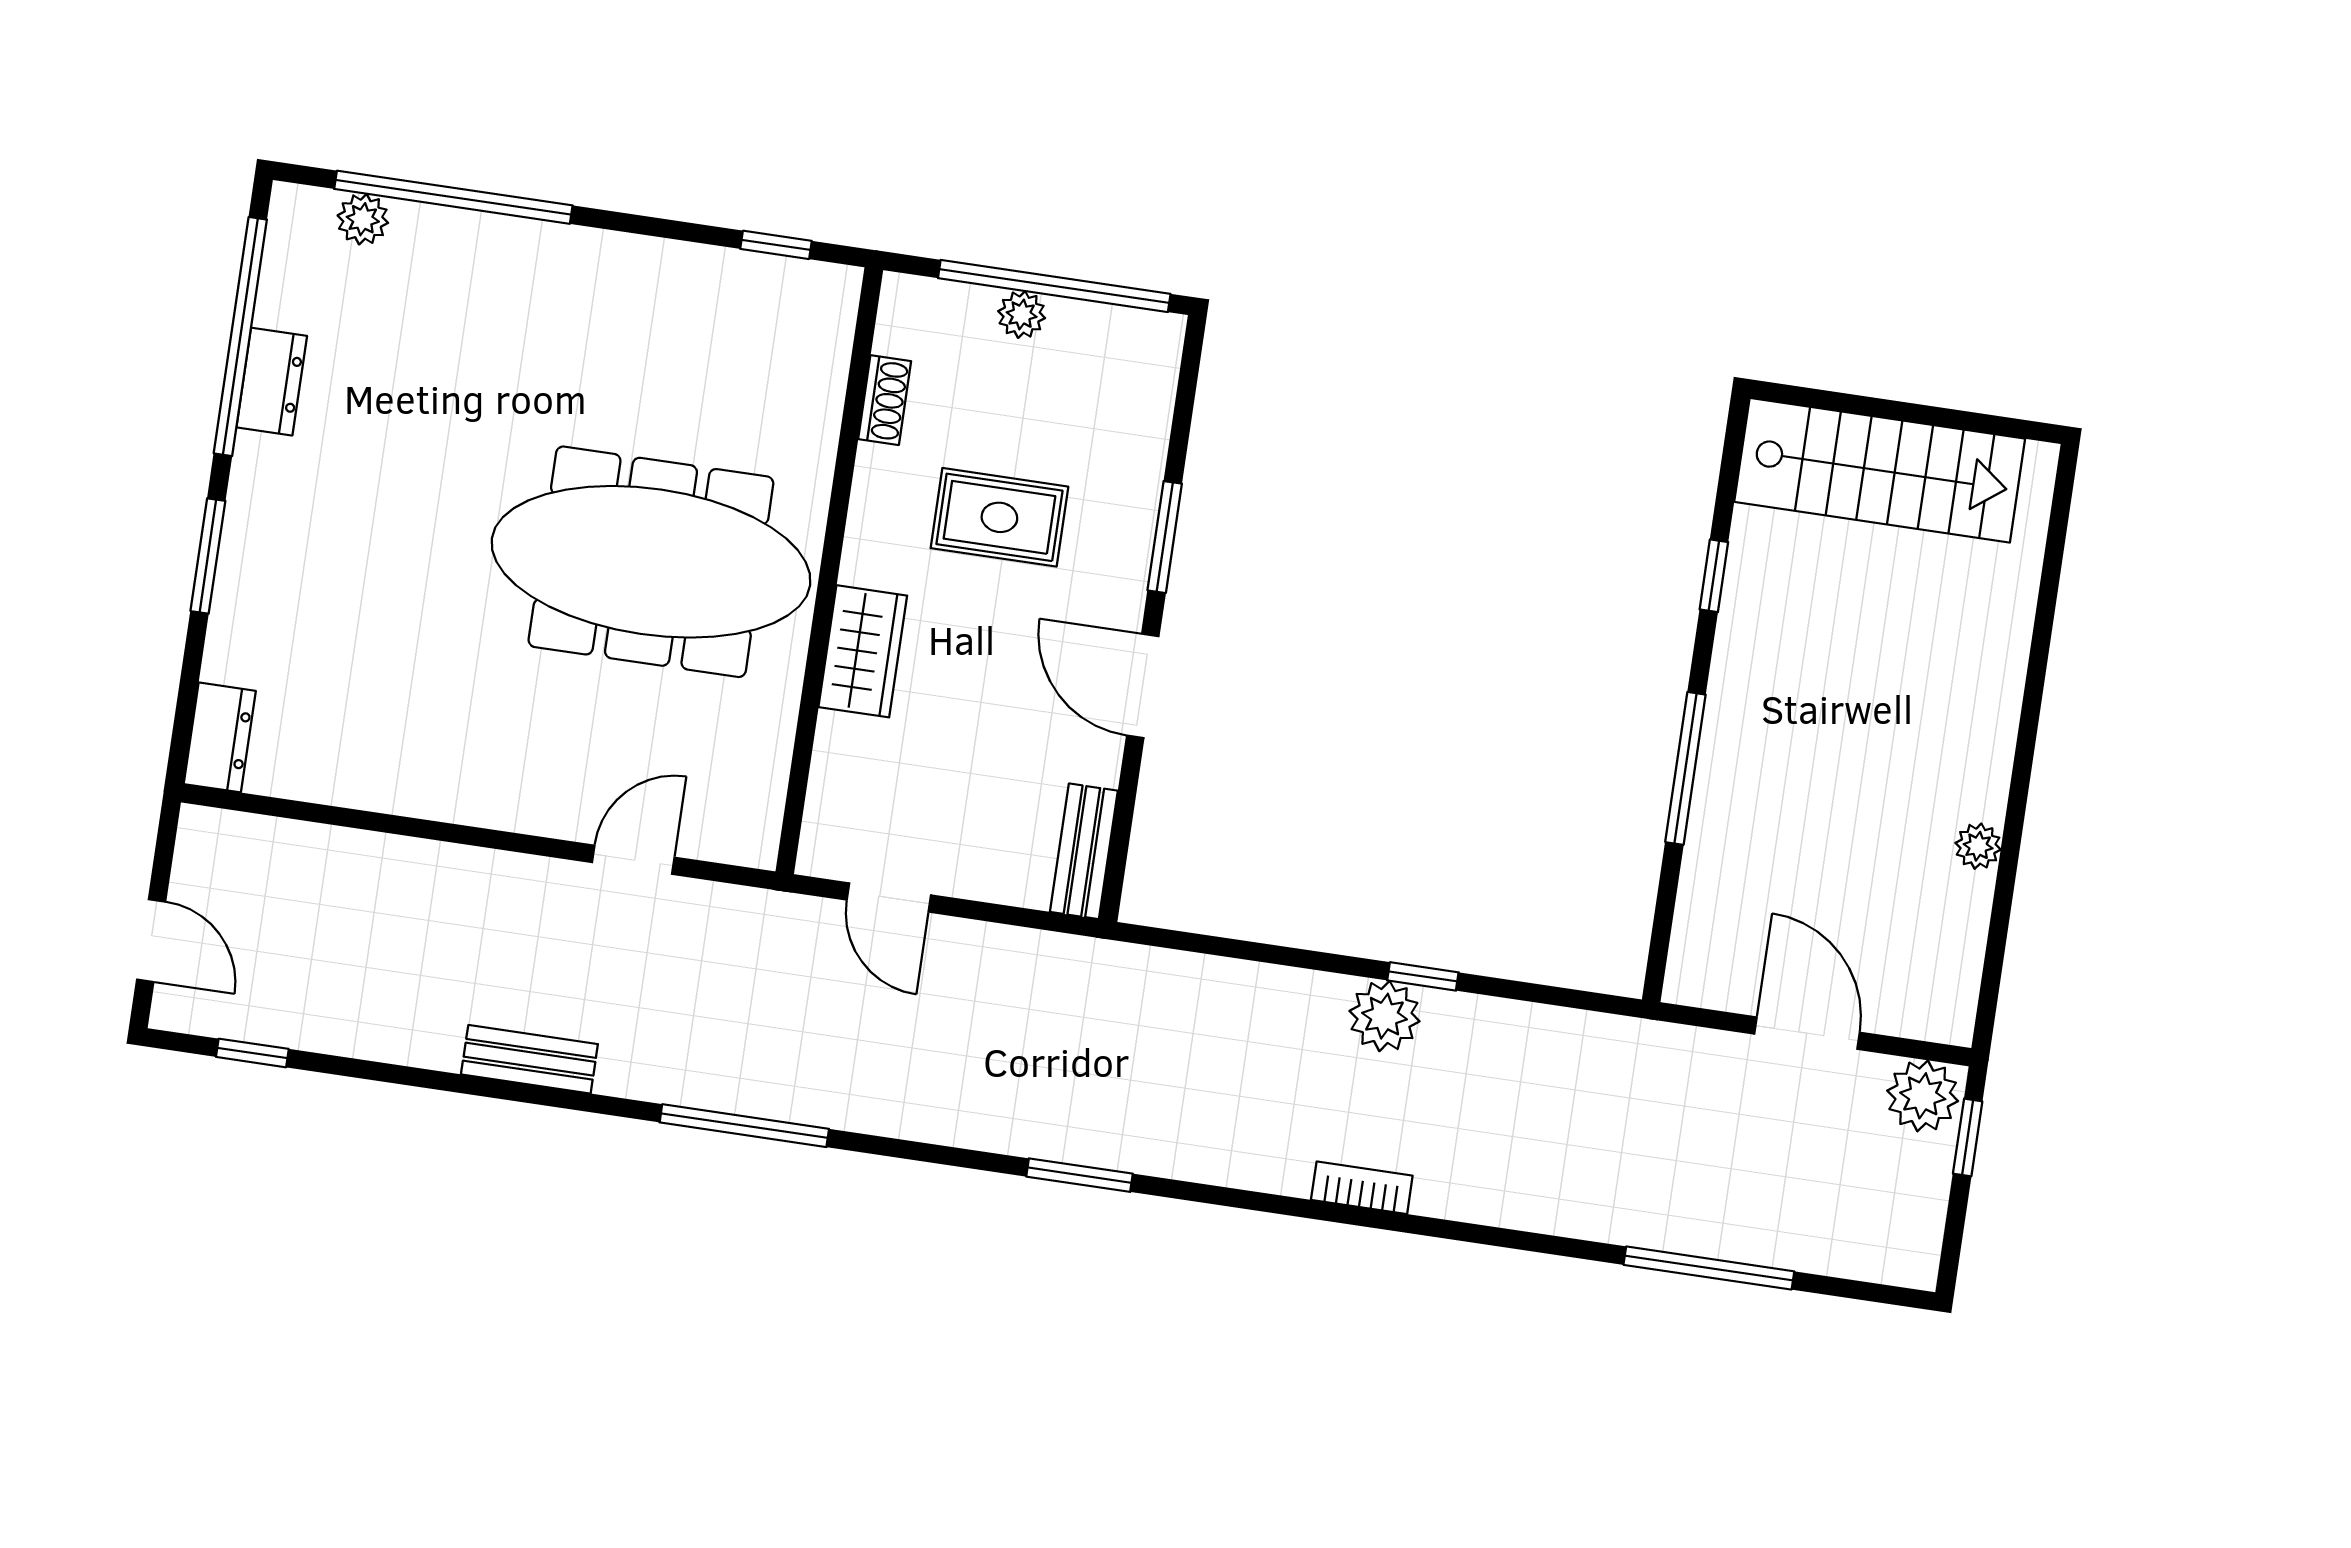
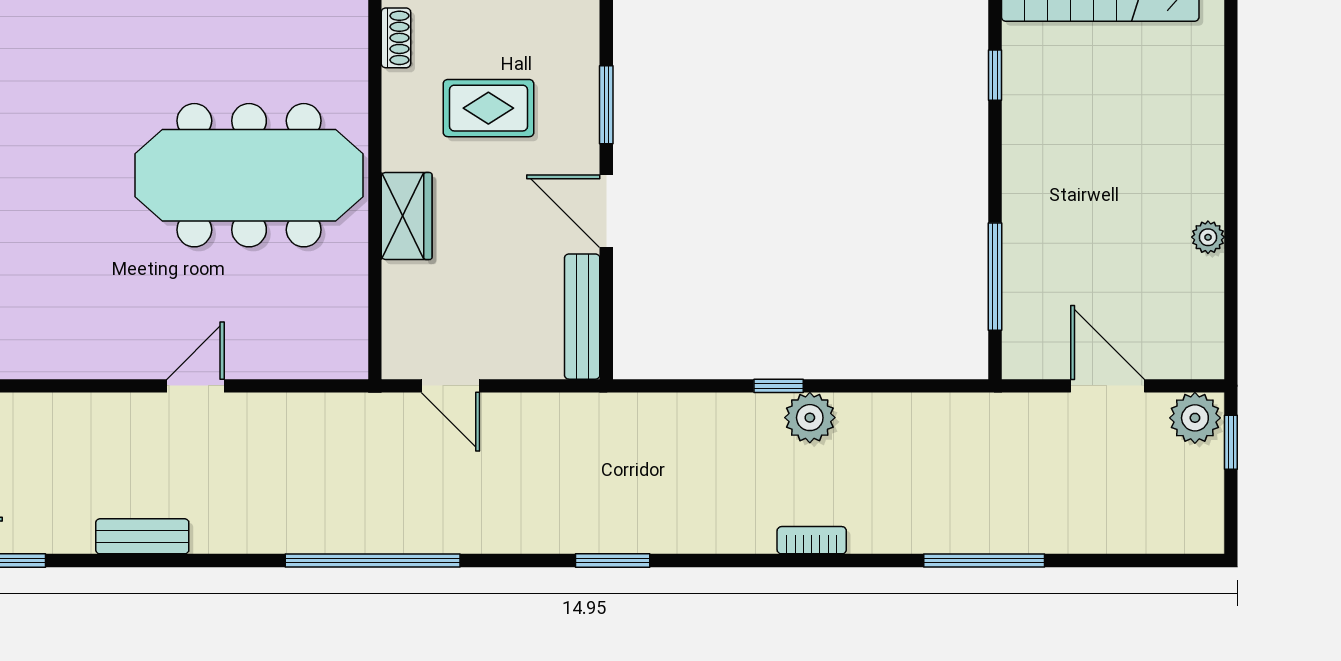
window: (1685, 768) -> (995, 277), moved
bench: (1084, 851) -> (582, 317), width x1.36
door: (633, 860) -> (195, 386), moved
window: (1423, 976) -> (779, 386), moved
bench: (529, 1059) -> (142, 536), moved
window: (744, 1126) -> (373, 561), width x1.46
window: (1709, 1268) -> (984, 561), moved

